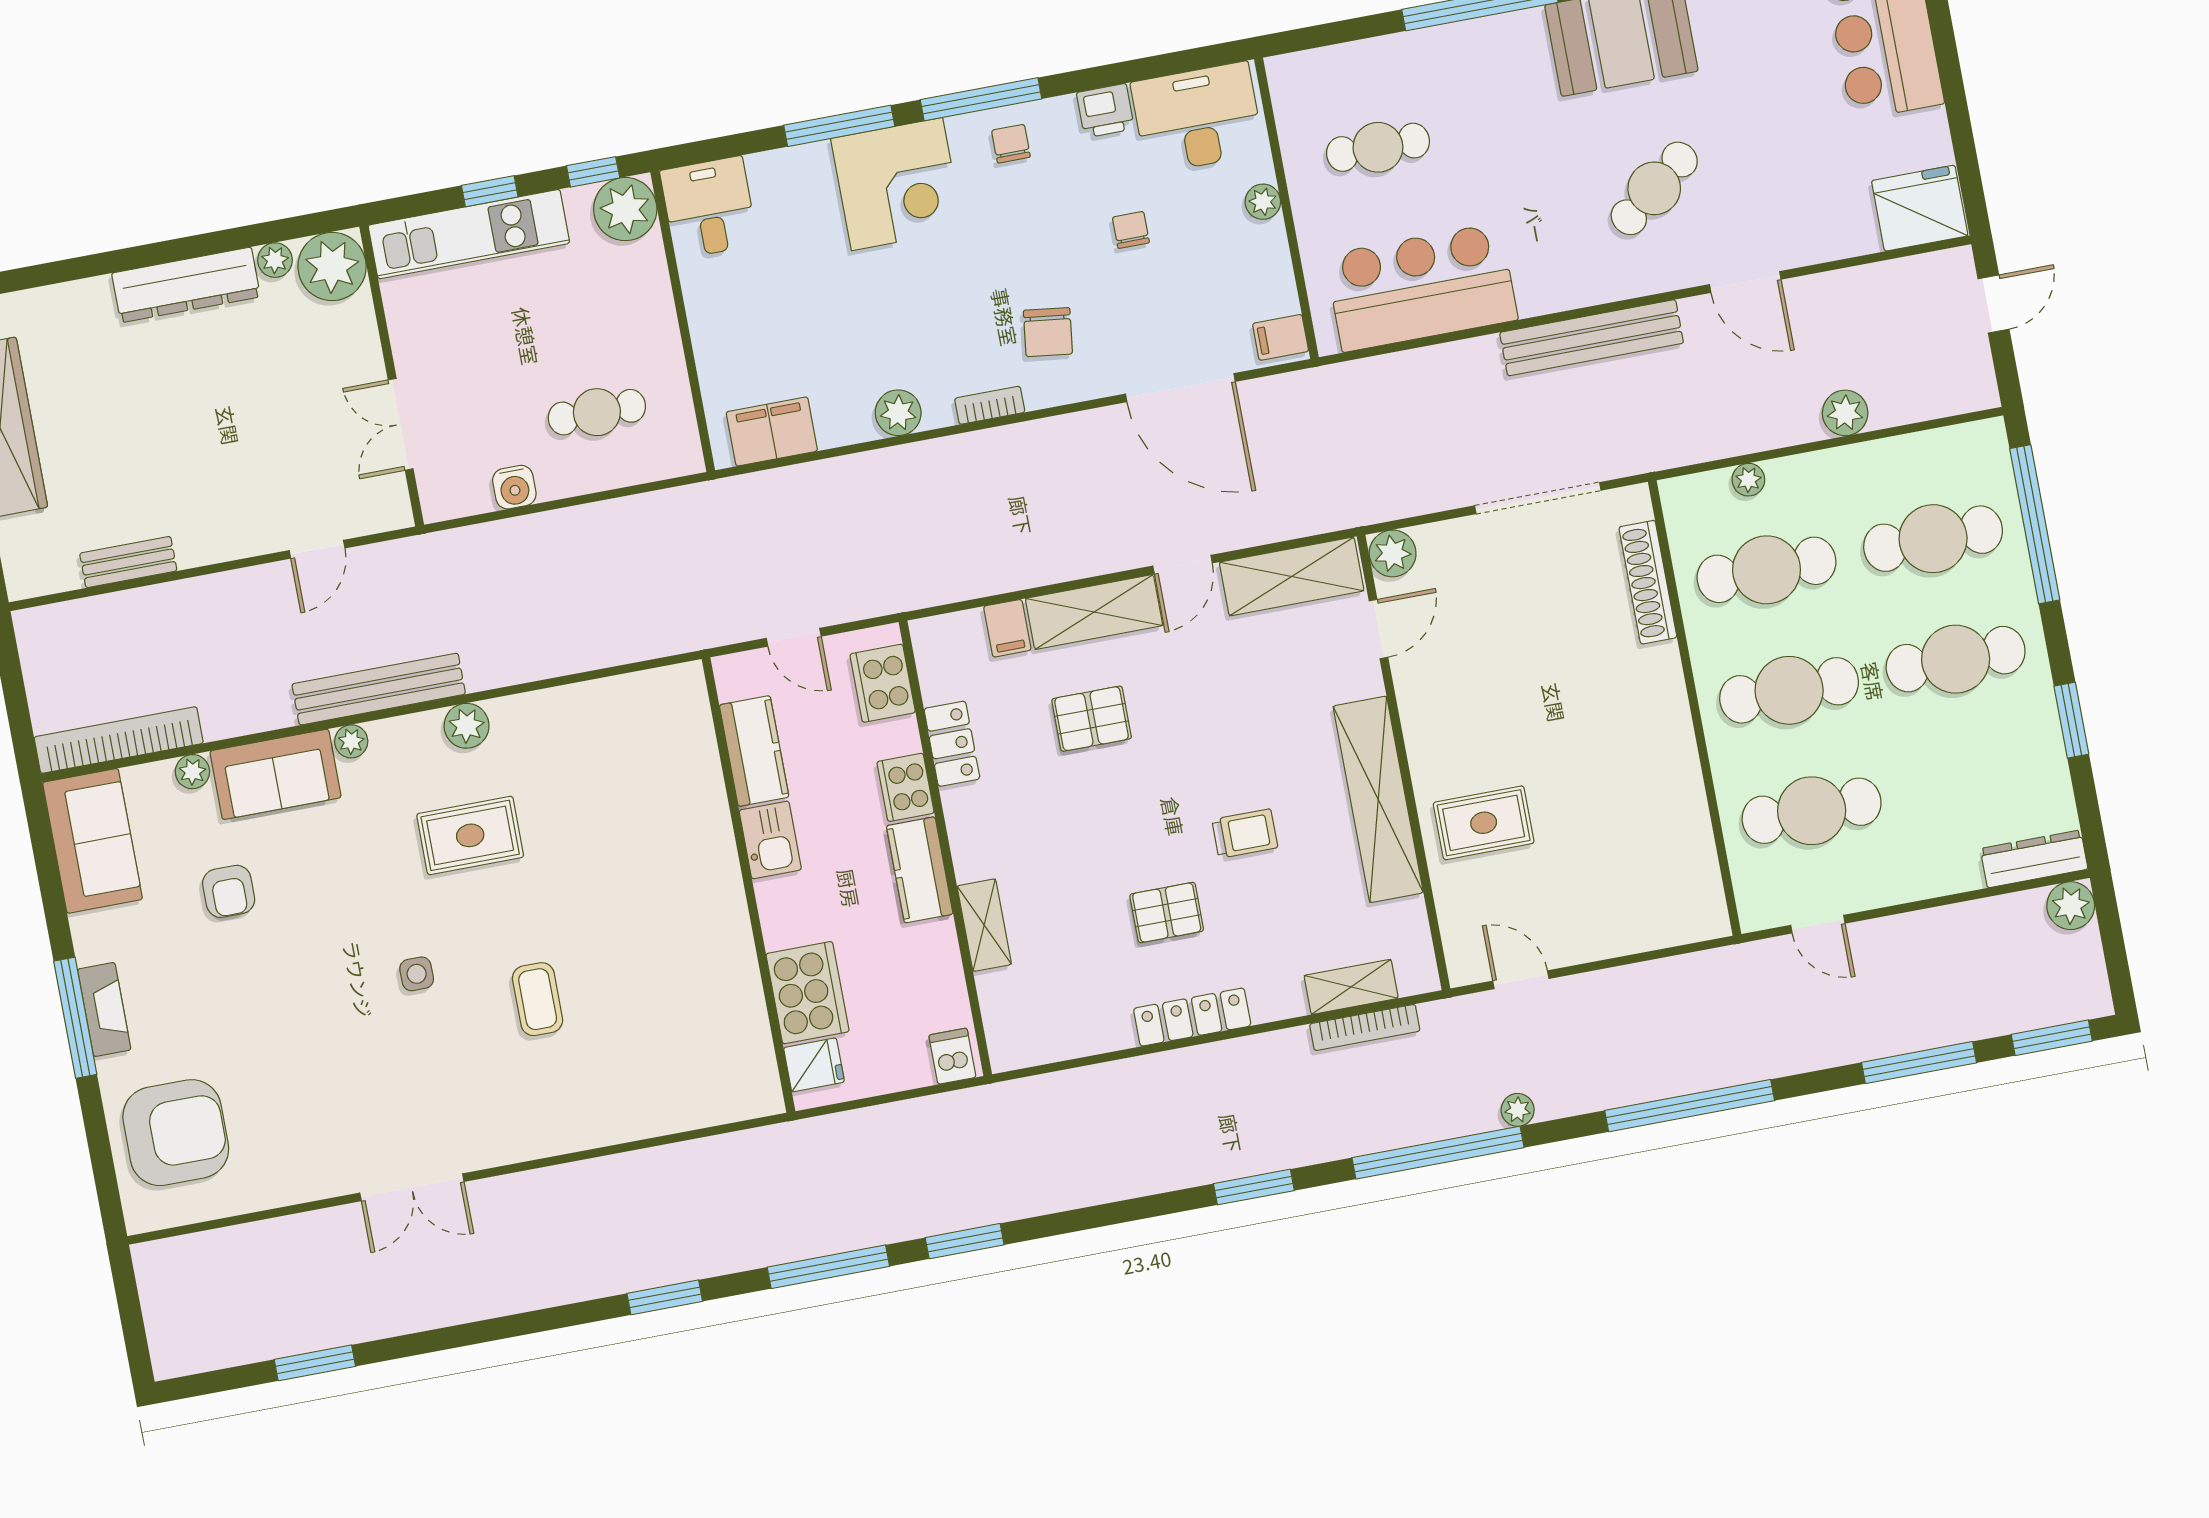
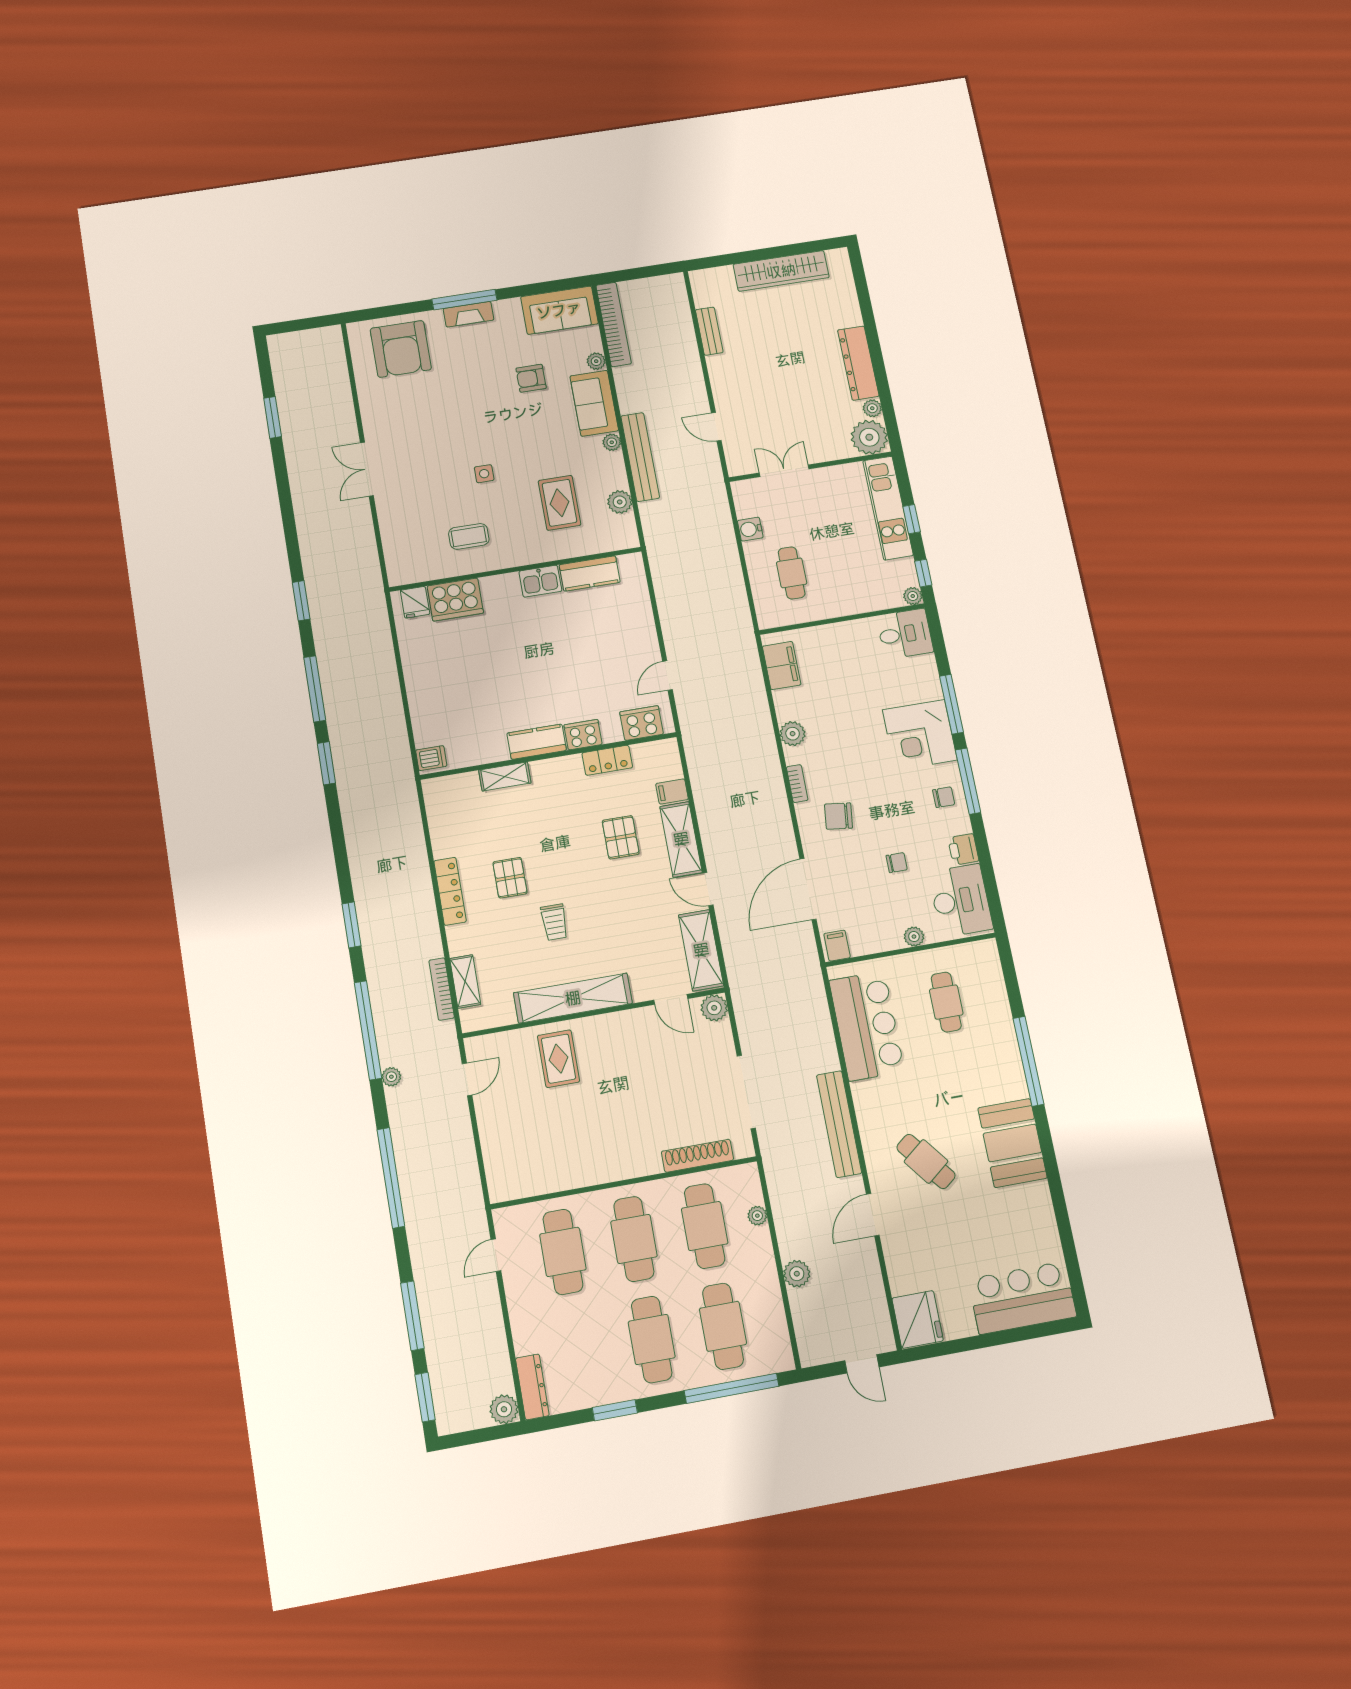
plant: (625, 209) -> (913, 596), width x0.53, depth x0.53
kitchen counter: (754, 751) -> (590, 573), moved
kitchen sink: (770, 840) -> (540, 581), moved
wall: (748, 885) -> (516, 569), moved
cooker: (808, 993) -> (455, 600), moved
fridge: (814, 1065) -> (415, 602), moved

